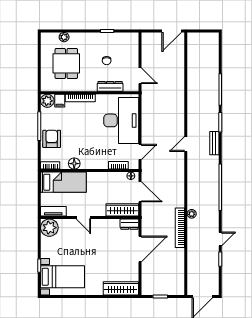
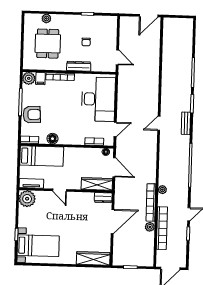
dresser: (110, 86) -> (79, 66), moved
armchair: (52, 139) -> (32, 115), turned 87
plant: (180, 253) -> (150, 227), added
bookcase: (192, 254) -> (162, 228), added

